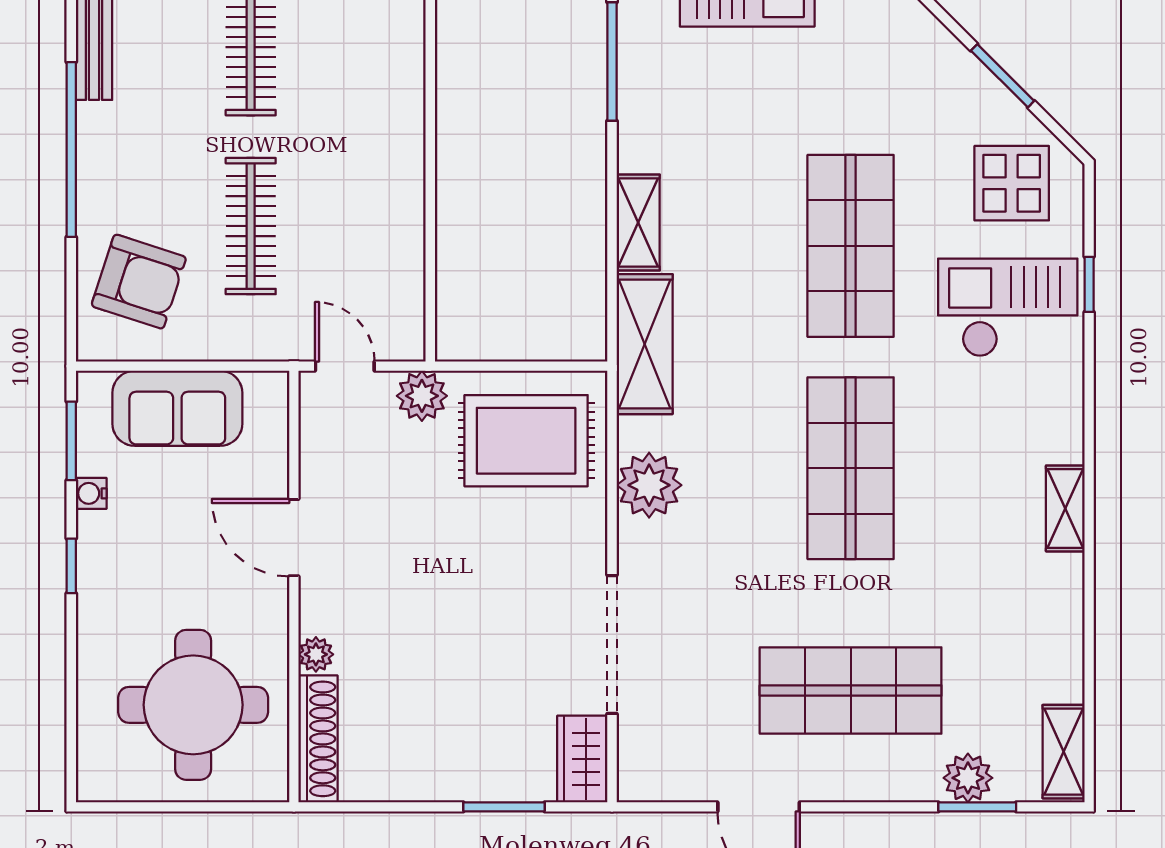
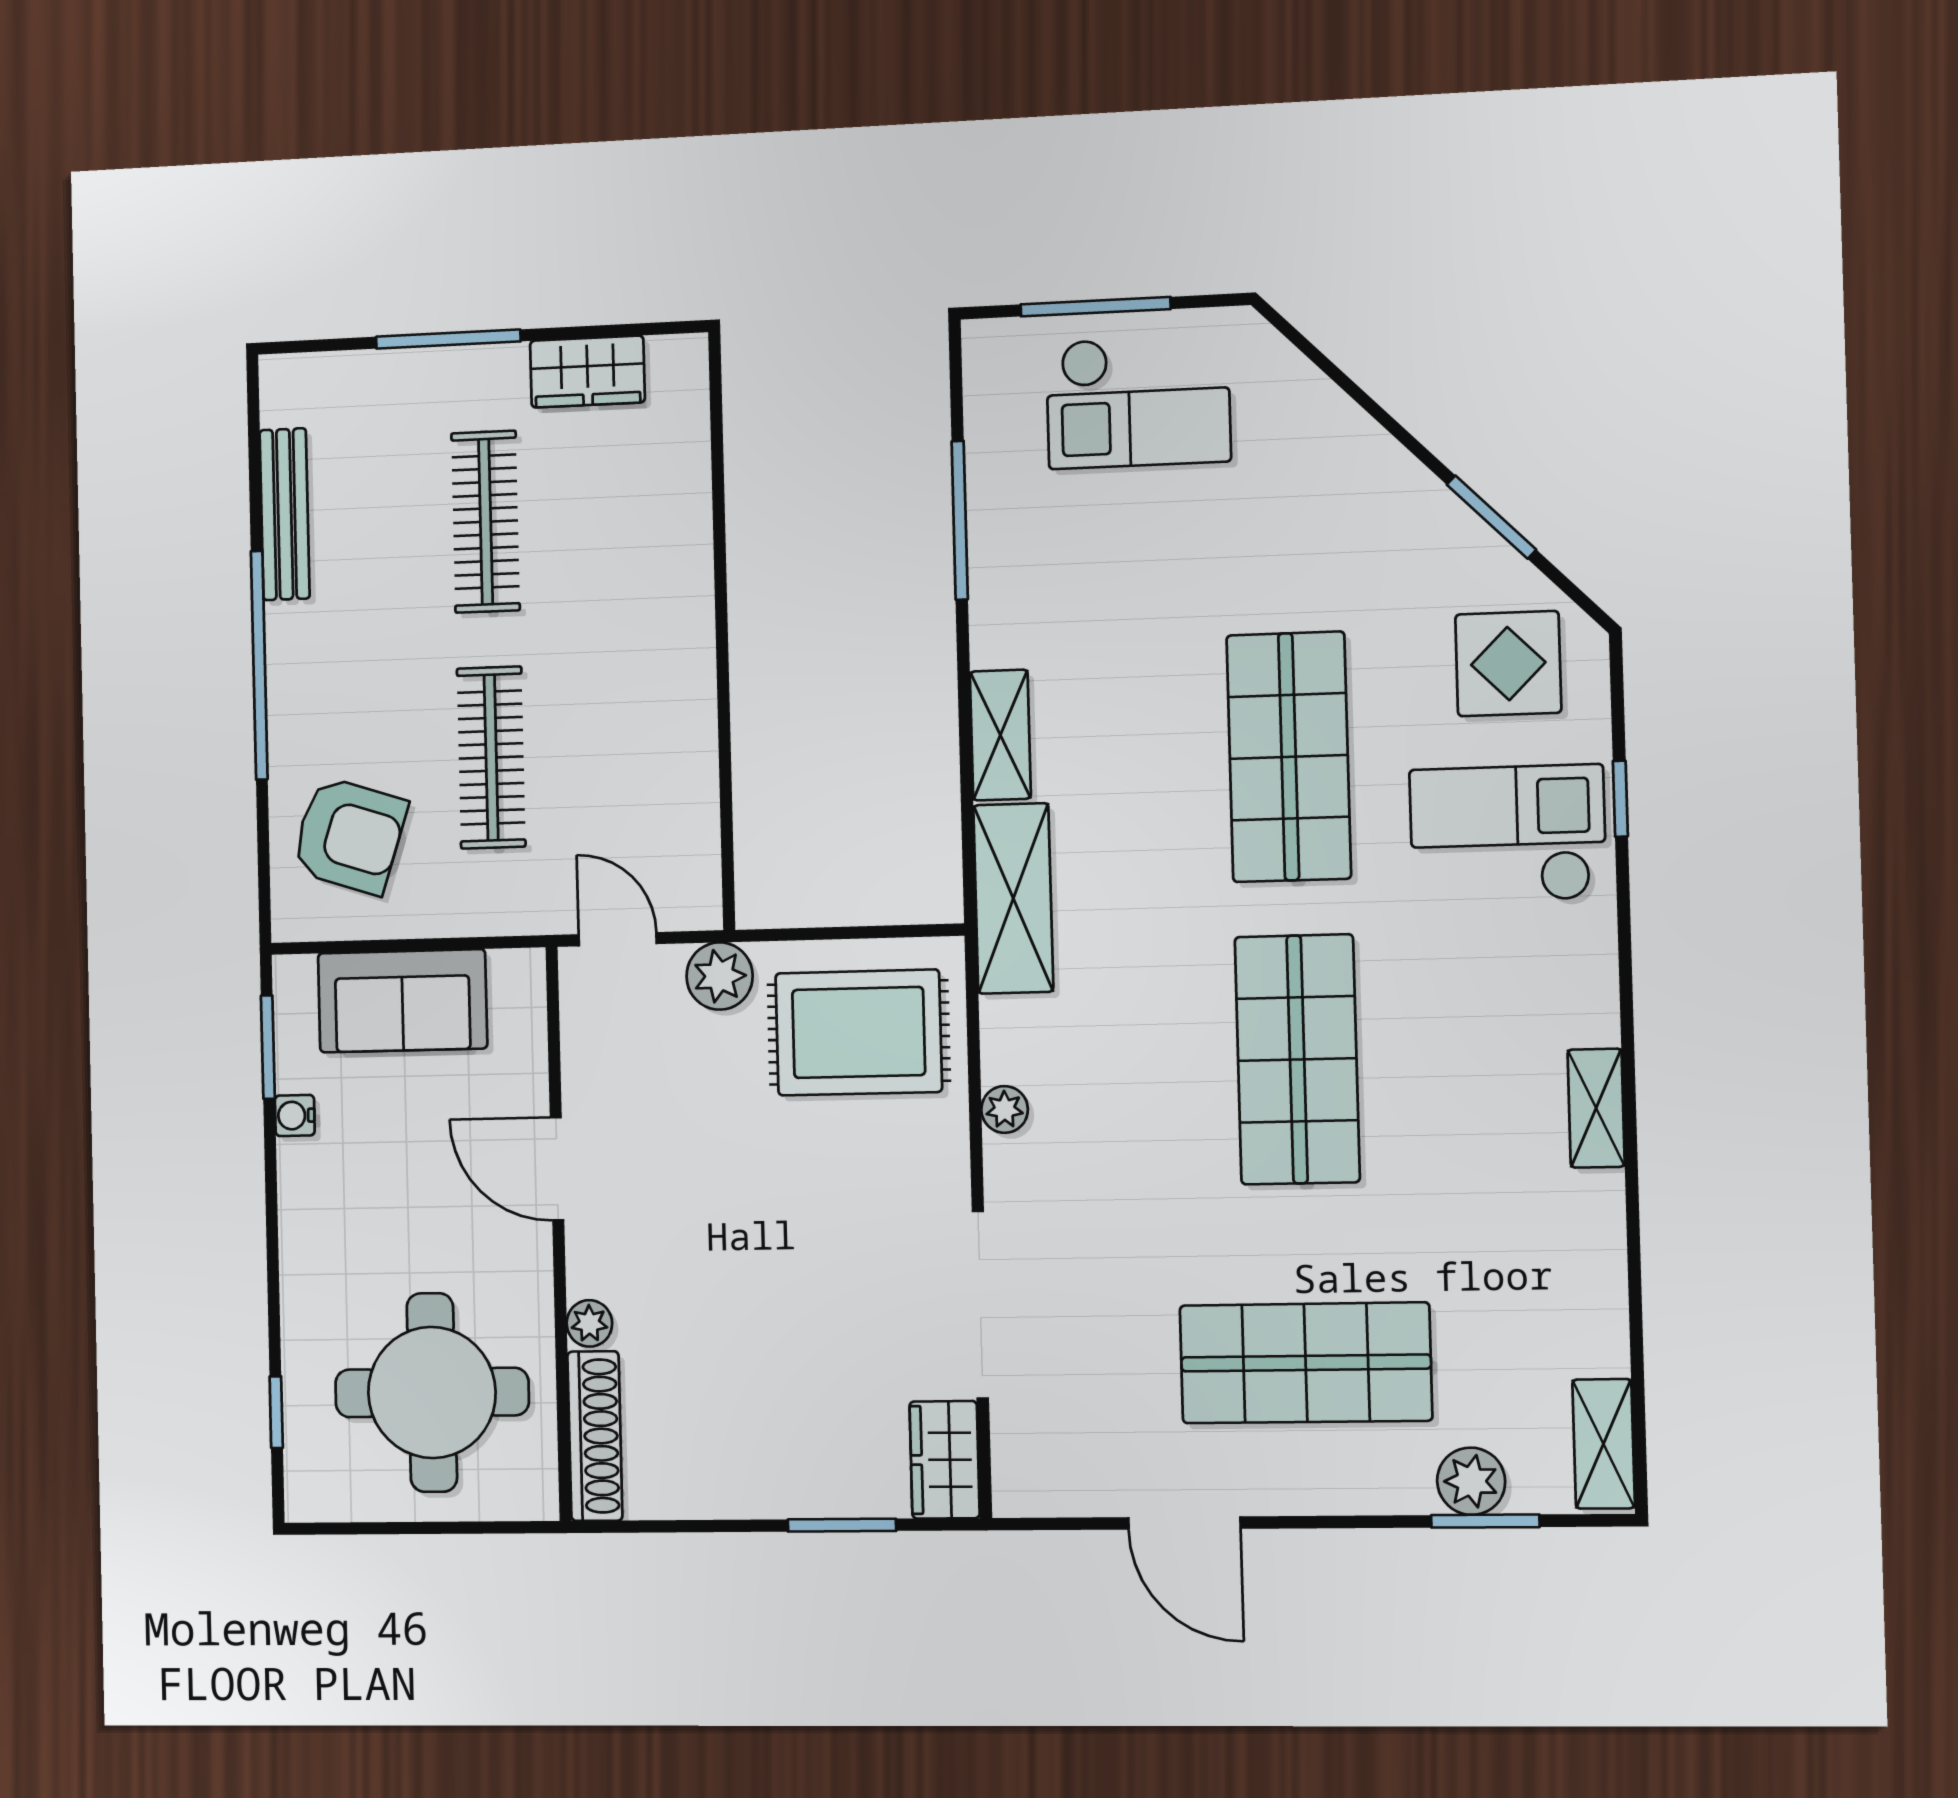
plant: (649, 485) -> (1005, 1109), width x0.53, depth x0.53
window: (71, 566) -> (276, 1412), moved

